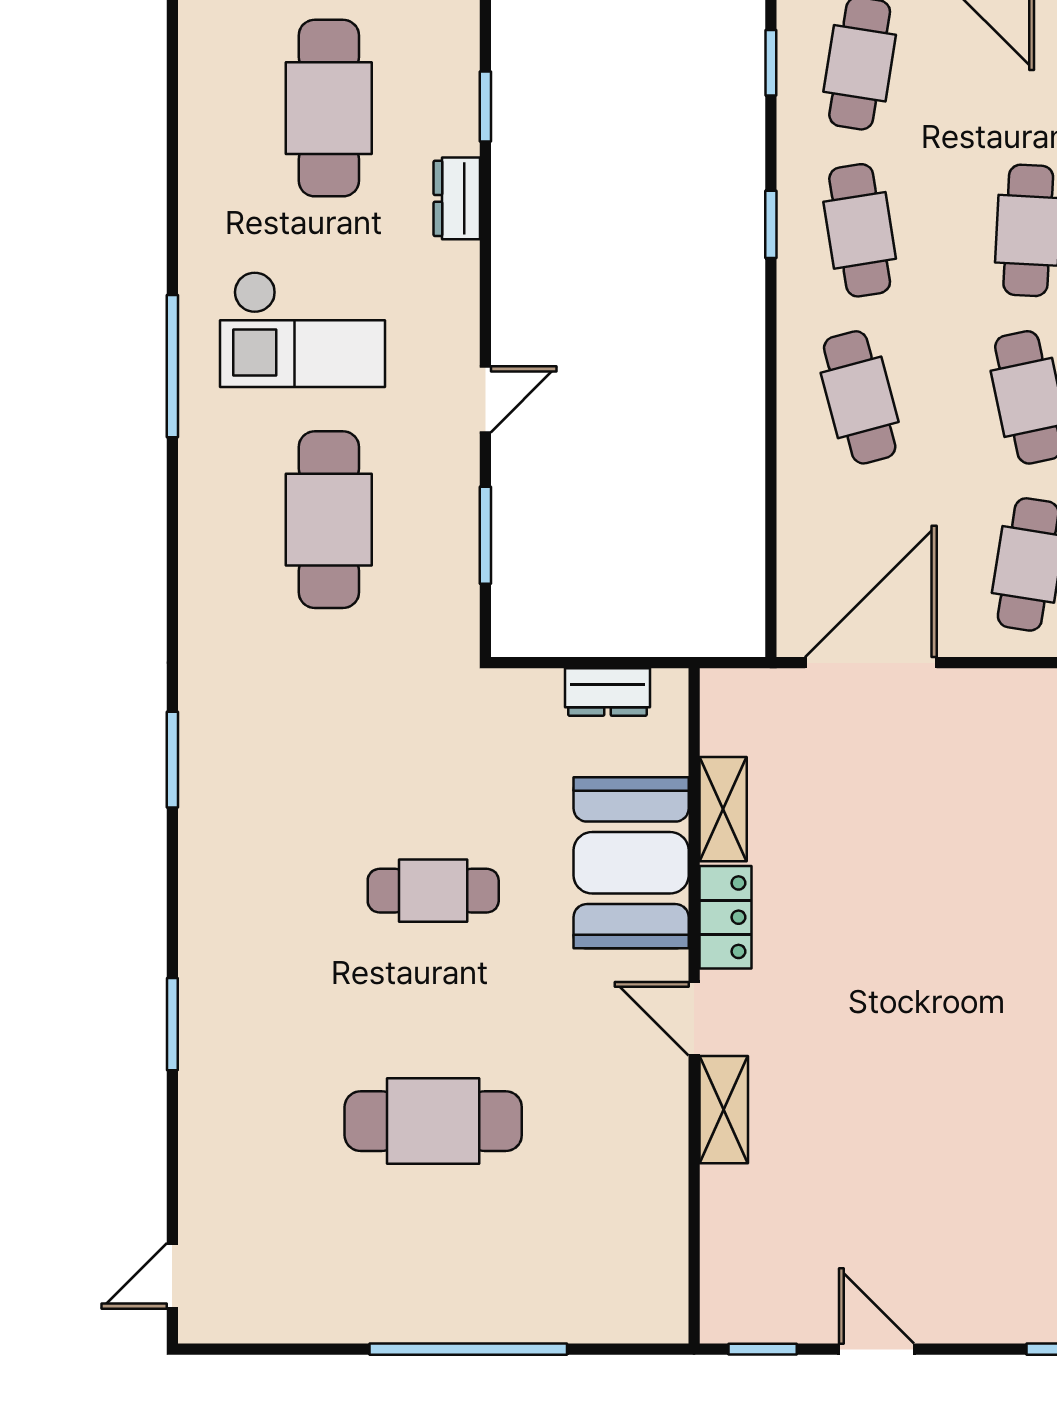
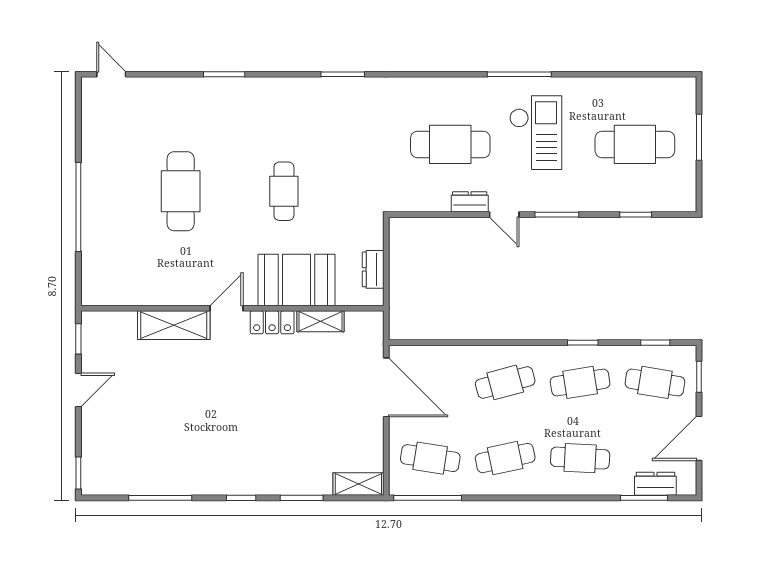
dresser: (457, 198) -> (470, 202), moved
checkout: (303, 329) -> (536, 133), turned 180
window: (485, 535) -> (557, 215), moved
shelving: (724, 1110) -> (174, 325), width x1.50, depth x1.33

